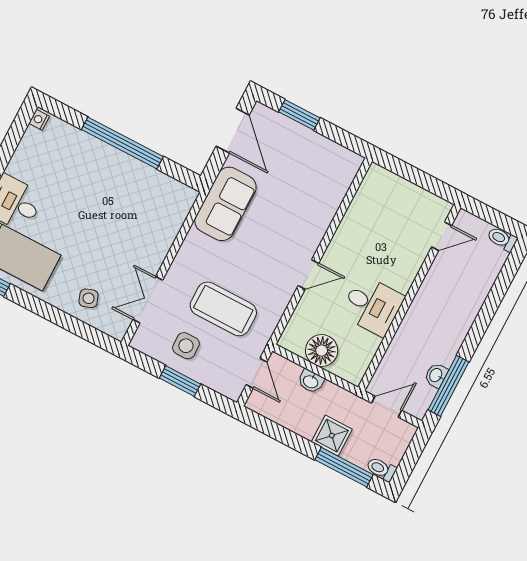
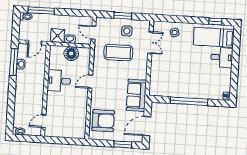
door: (233, 131) -> (147, 126), hinge flipped
armchair: (318, 182) -> (103, 121), added
shower: (332, 436) -> (58, 36), moved

